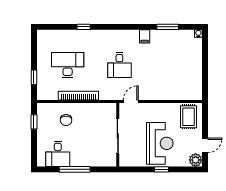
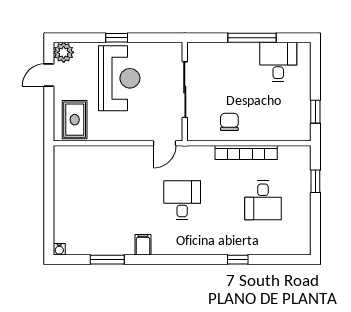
desk: (68, 65) -> (263, 200), width x0.73
chair: (66, 120) -> (229, 122), moved
reception desk: (160, 143) -> (119, 78), turned 180

